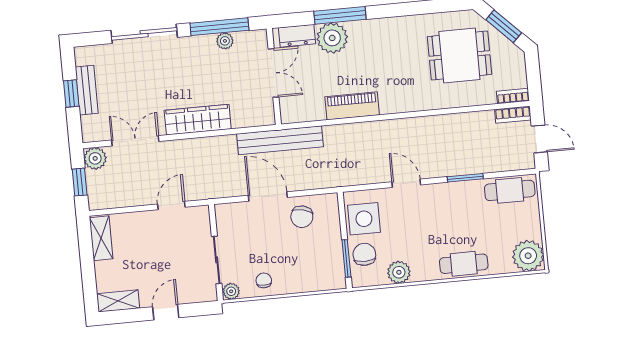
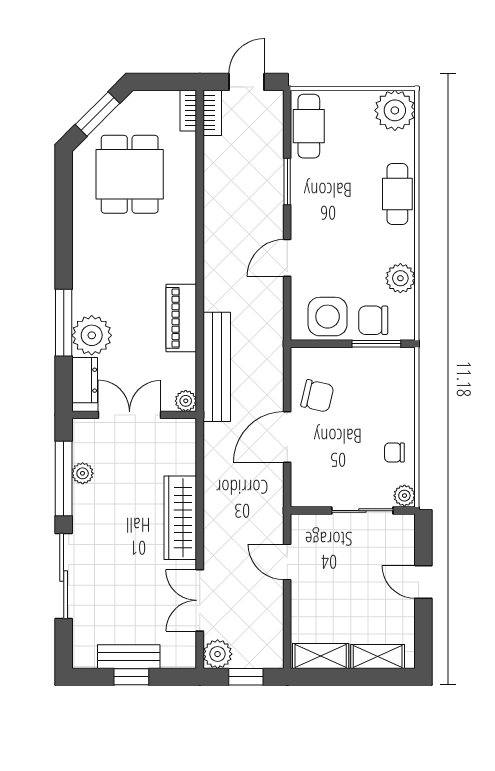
plant: (288, 115) -> (186, 401), added
bench: (280, 140) -> (217, 367), moved
shelving: (118, 301) -> (378, 656), moved, turned 90

